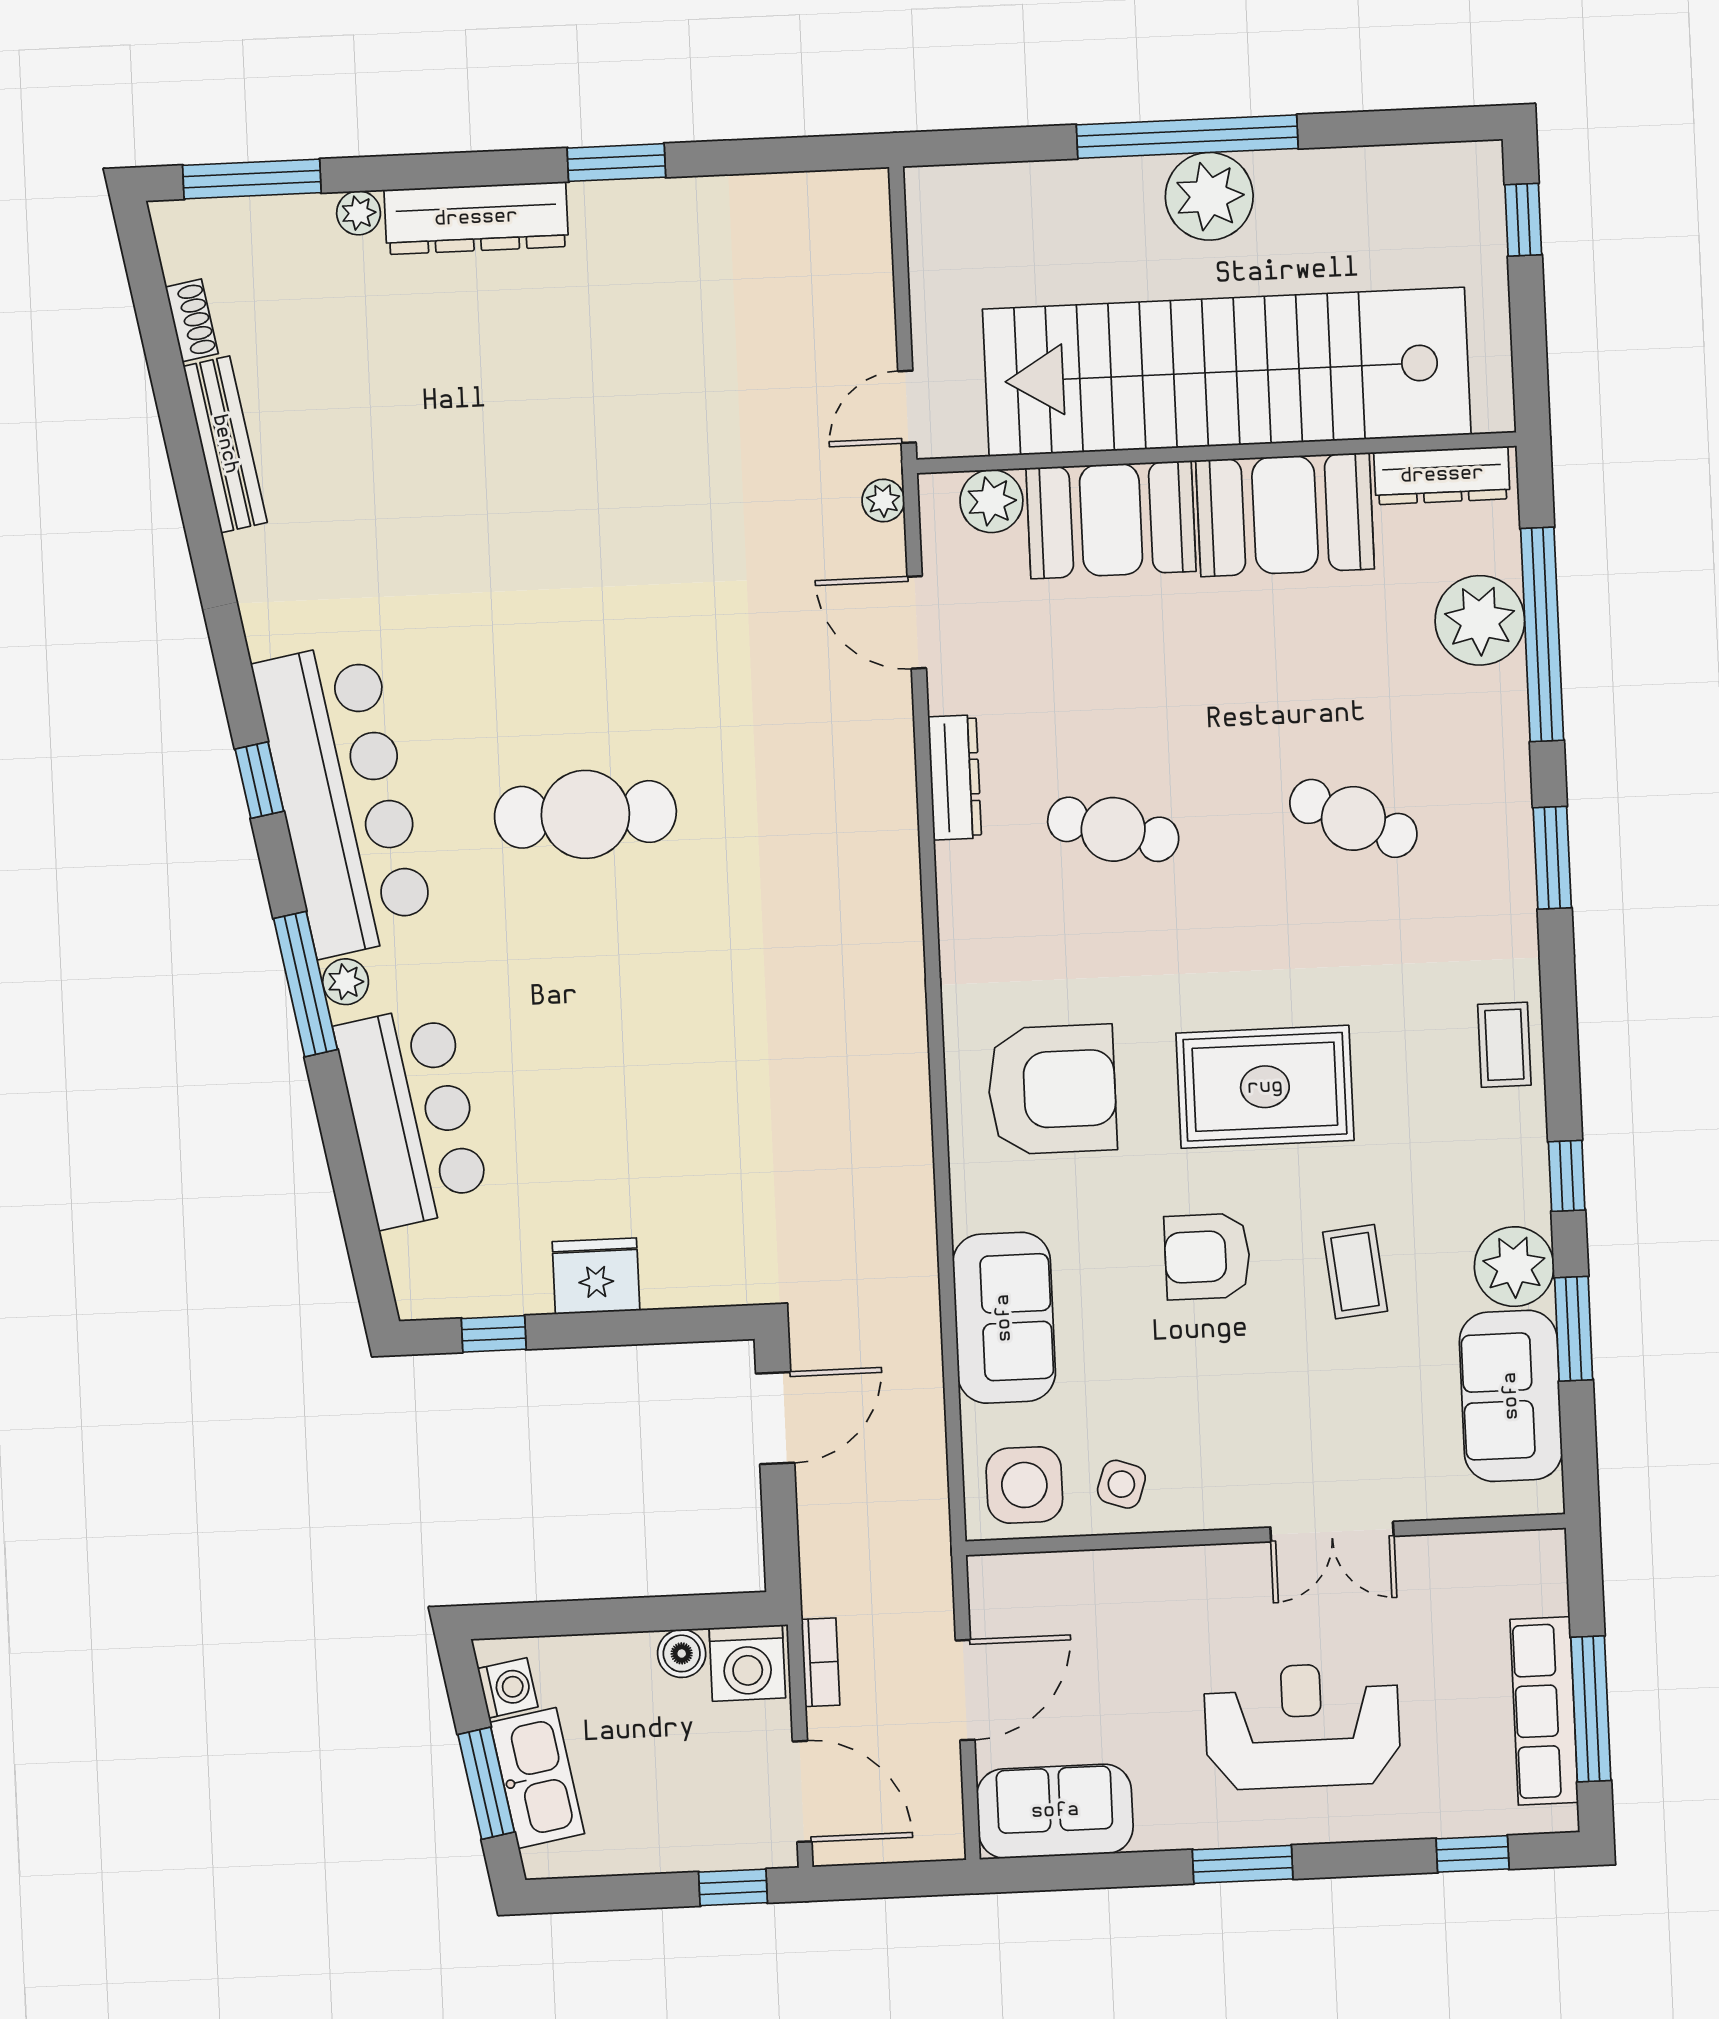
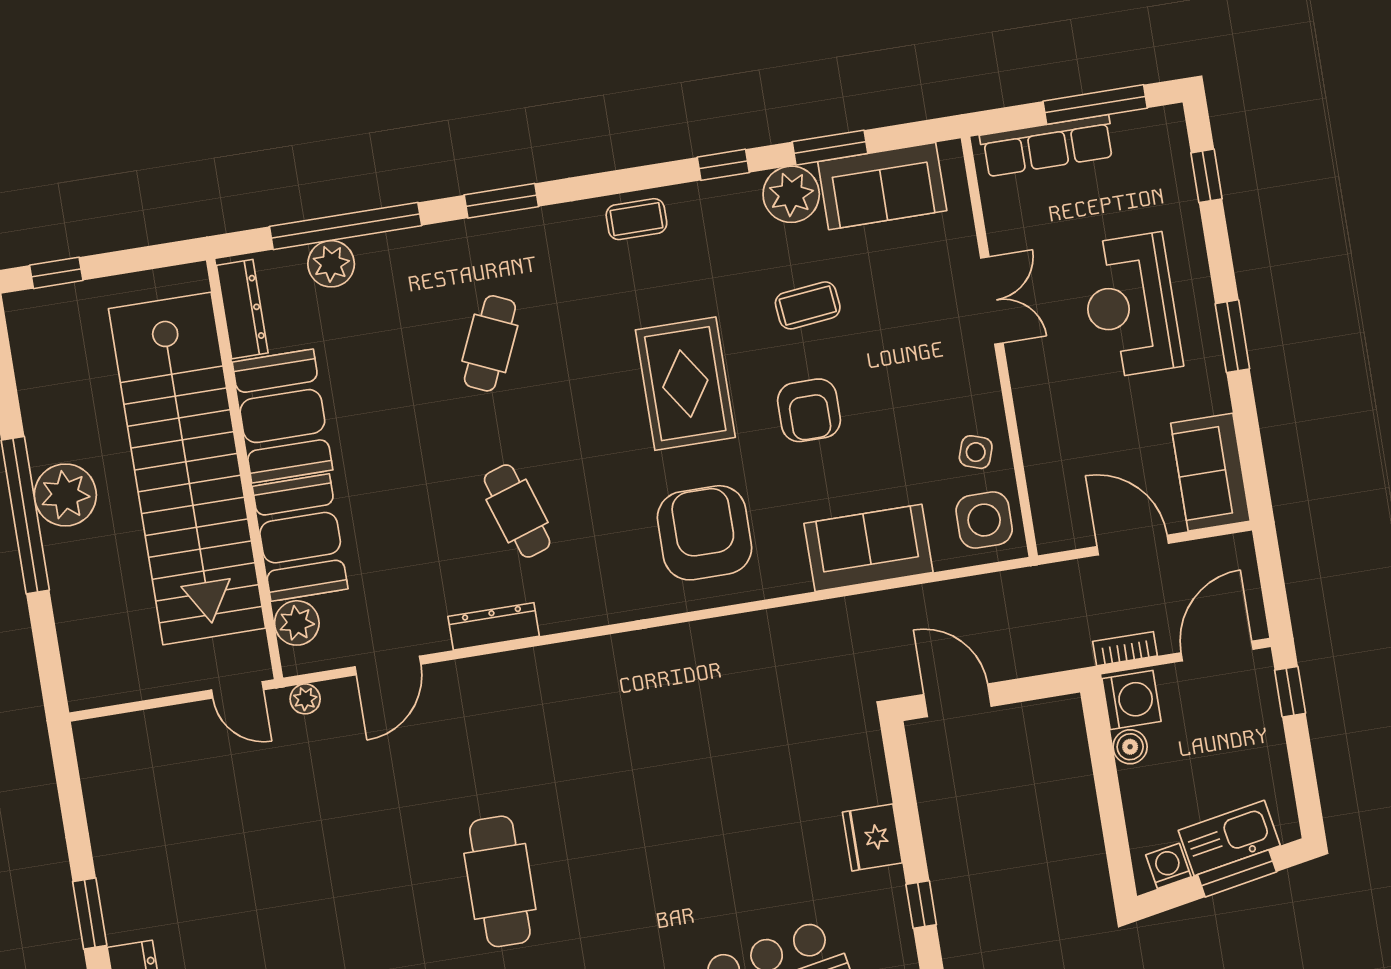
plant: (1480, 620) -> (331, 264), width x0.73, depth x0.73
cafe table: (585, 814) -> (500, 881), moved
cafe table: (1113, 829) -> (517, 511), turned -33
row of seats: (1544, 1711) -> (1047, 146), moved

